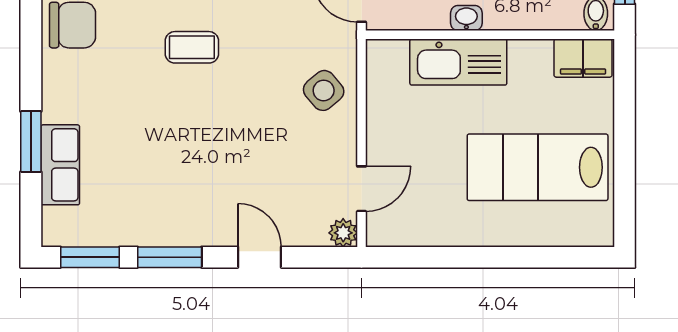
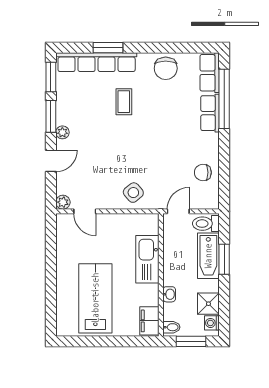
washbasin: (466, 18) -> (169, 294), moved
coffee table: (192, 47) -> (124, 102), moved
row of seats: (60, 165) -> (97, 62), width x2.02
plant: (202, 234) -> (62, 132), added

